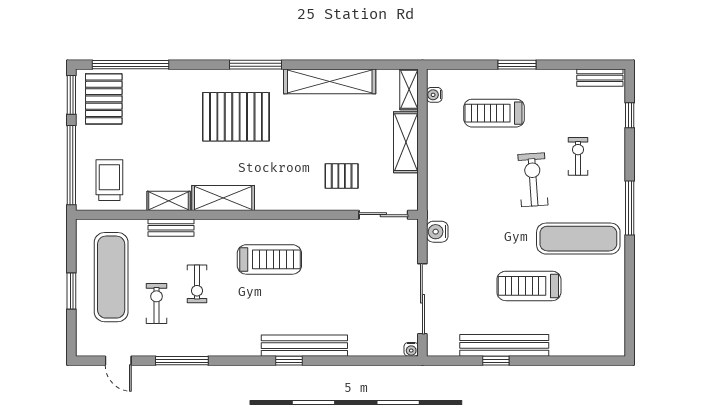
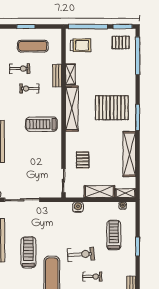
pallet: (104, 99) -> (121, 42), width x0.67, depth x0.71
pallet: (236, 117) -> (112, 108), turned 90
shelving: (223, 198) -> (72, 109), width x1.47
water cooler: (437, 232) -> (78, 207), moved
treadmill: (269, 259) -> (41, 124), turned 90
exercise mat: (111, 277) -> (33, 46), width x0.73, depth x0.69

